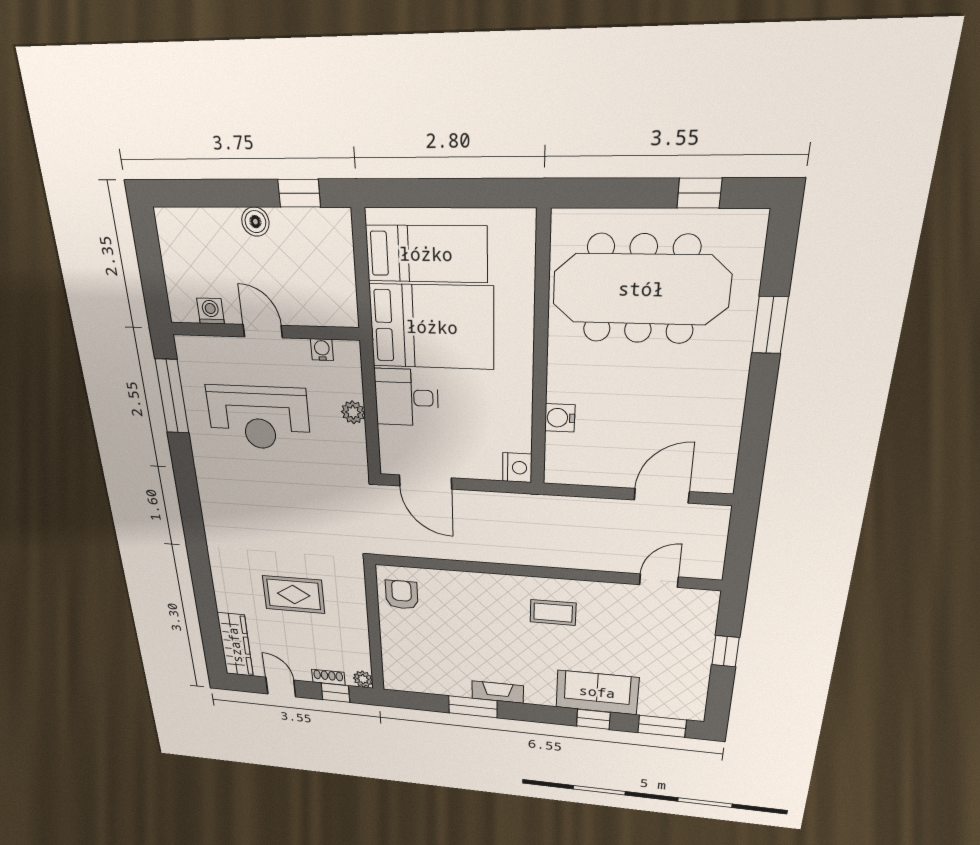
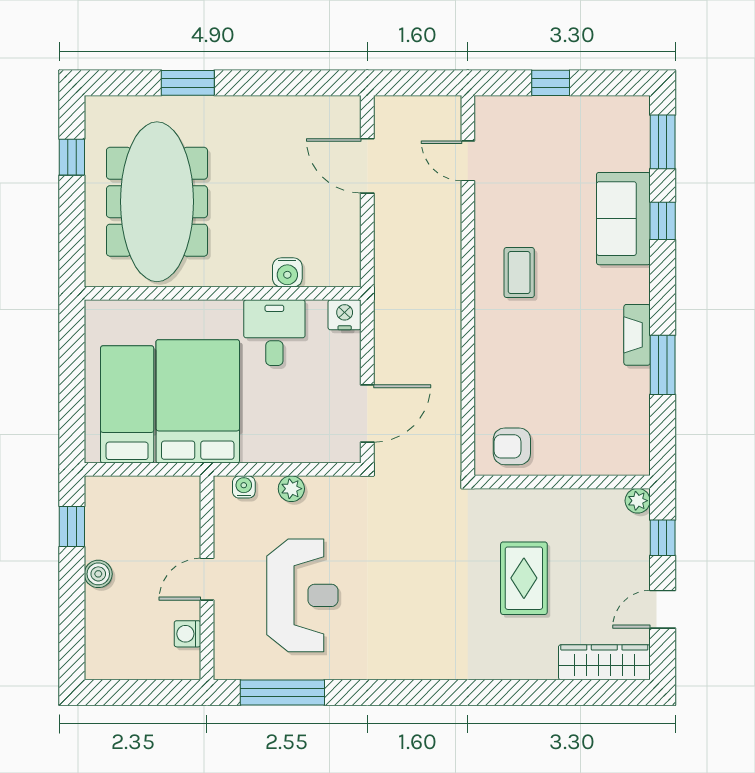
water cooler: (322, 350) -> (244, 487), moved, turned 90
desk: (407, 397) -> (274, 333), moved, turned 180
shoe rack: (328, 677) -> (640, 545), removed

